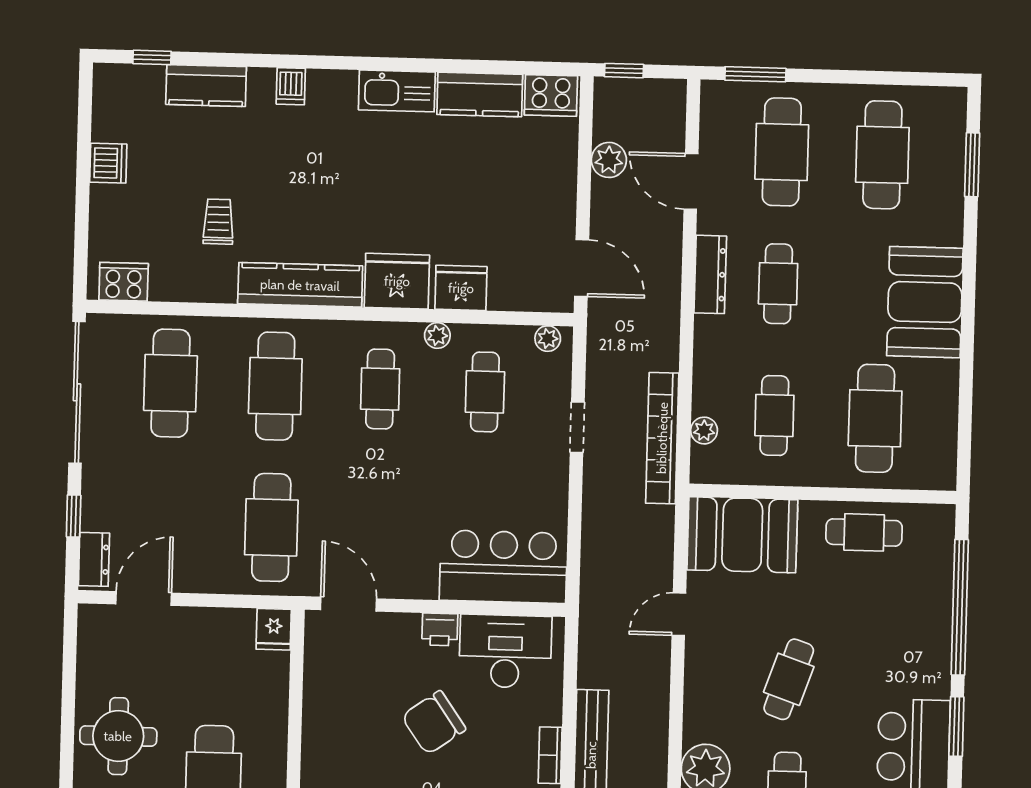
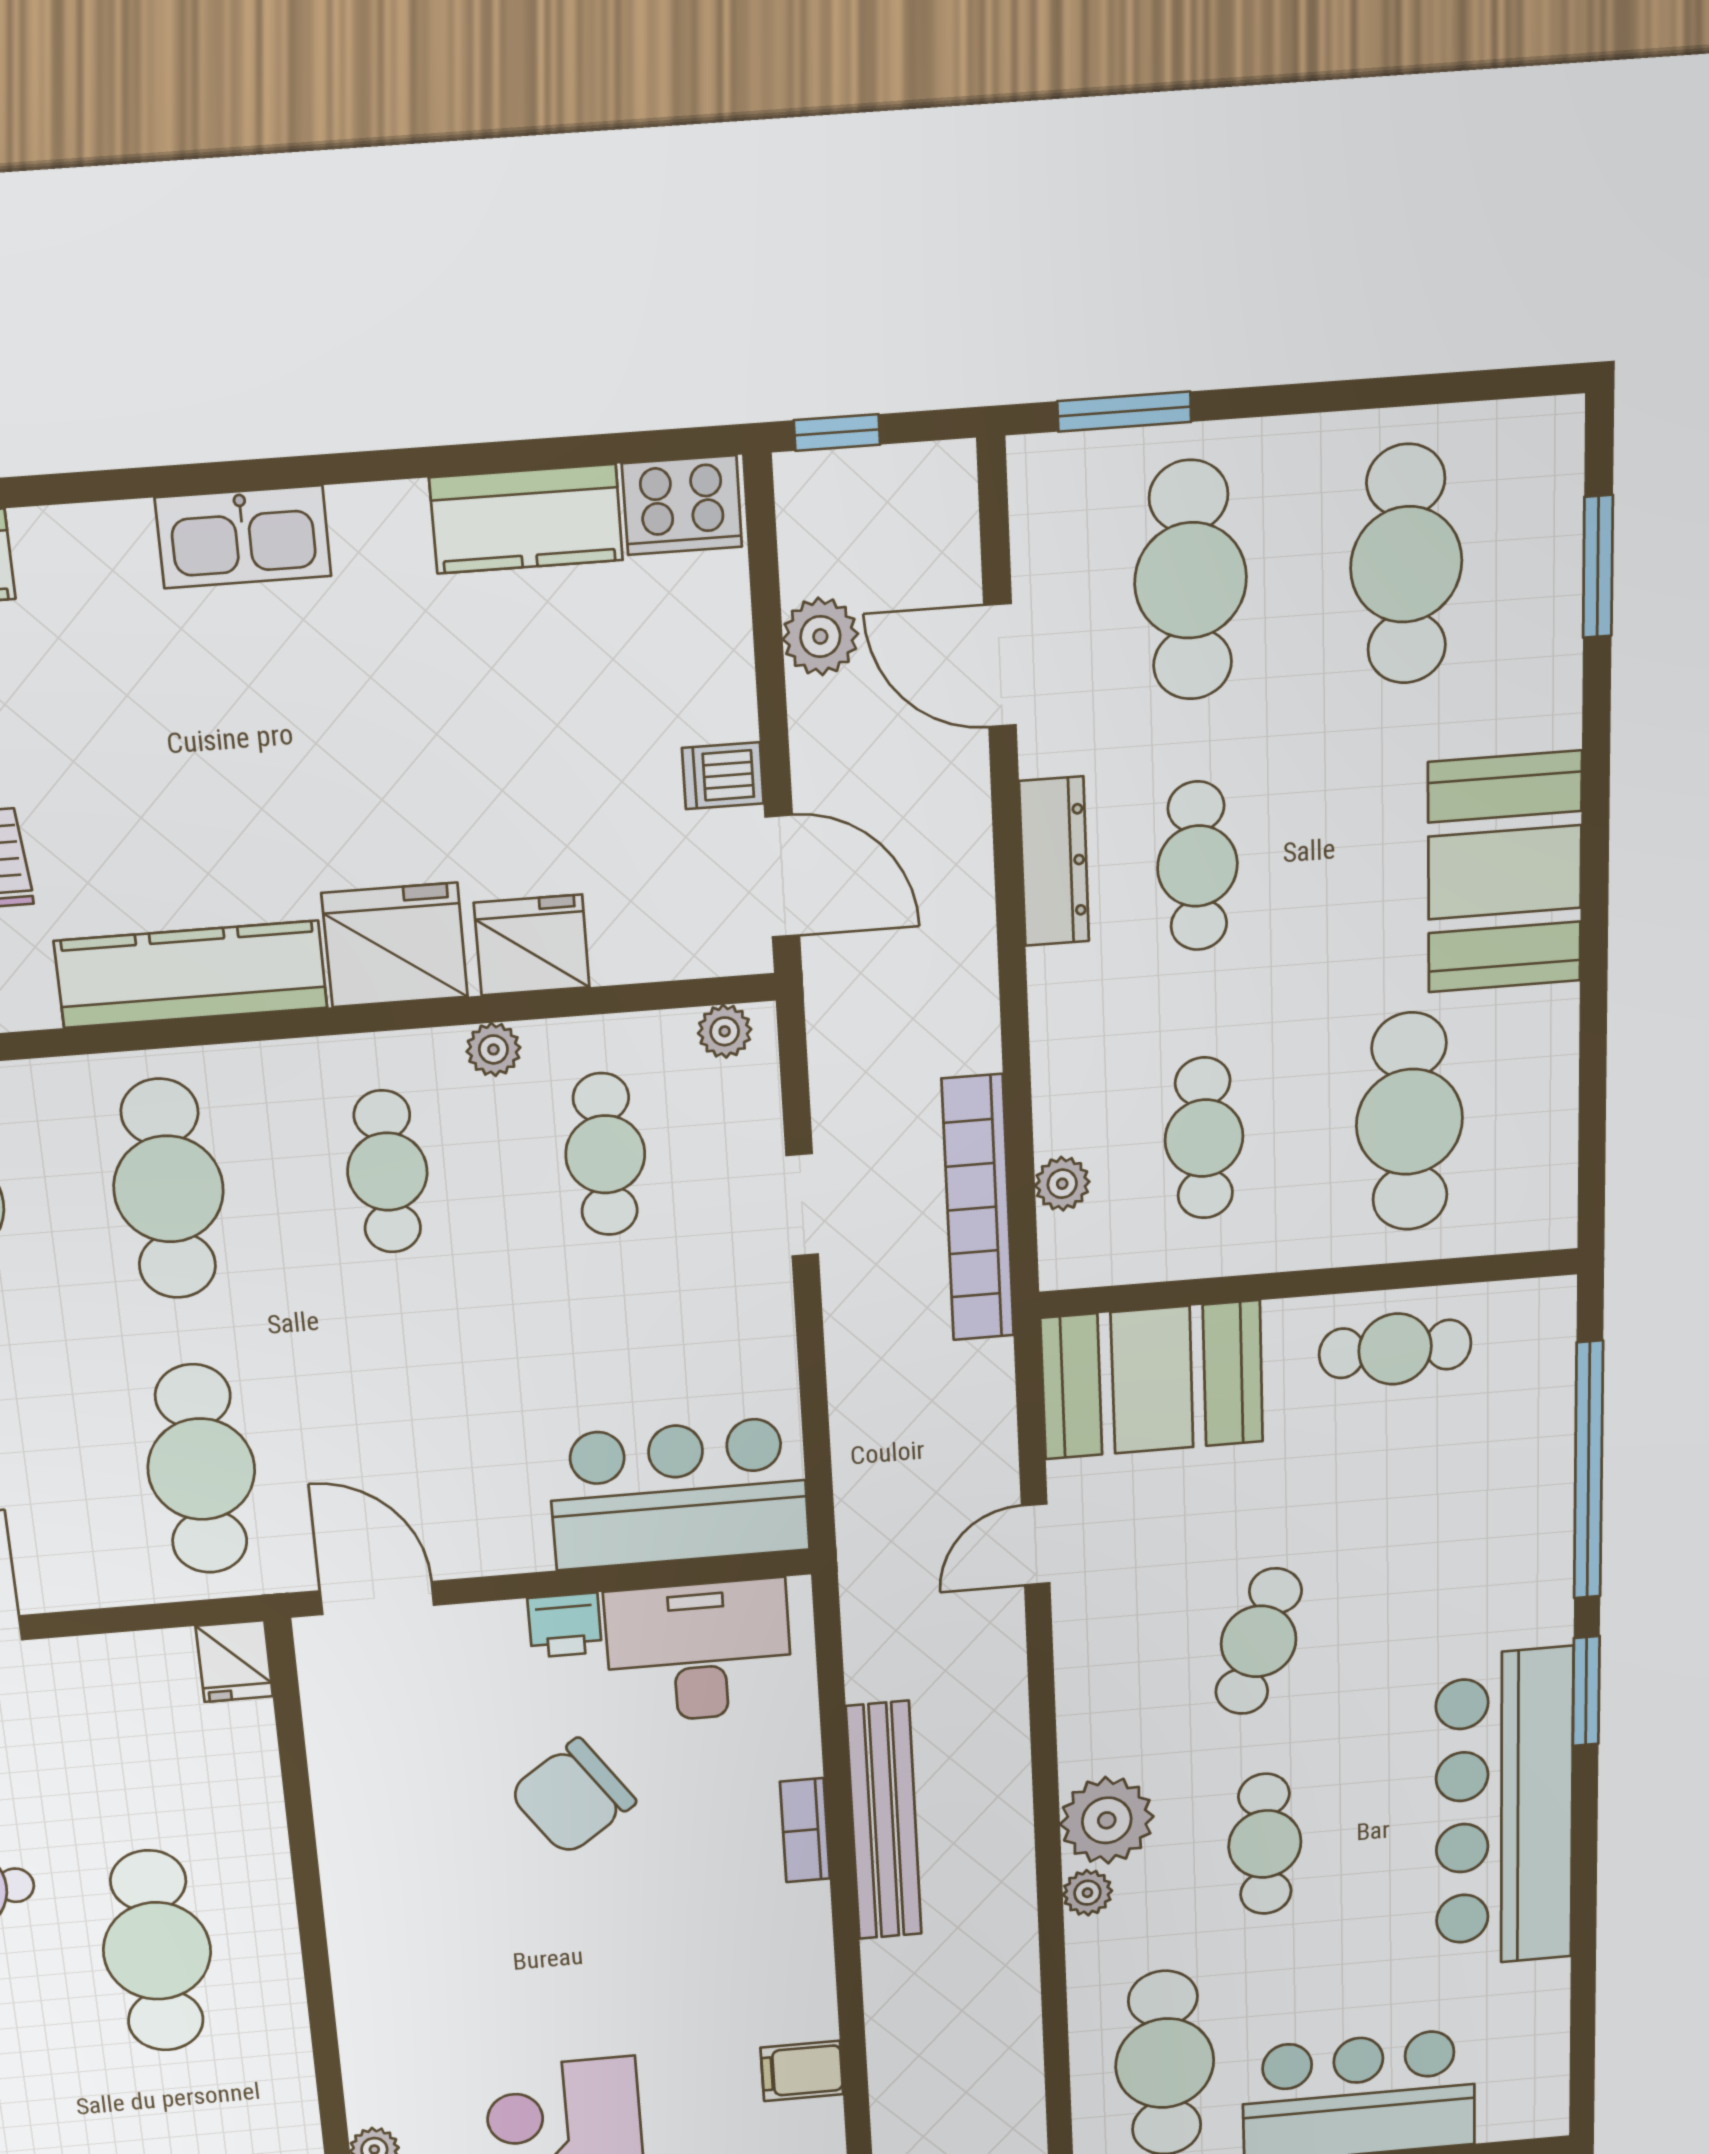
dishwasher: (291, 86) -> (723, 776), moved, turned 90
kitchen sink: (397, 91) -> (243, 537), moved

